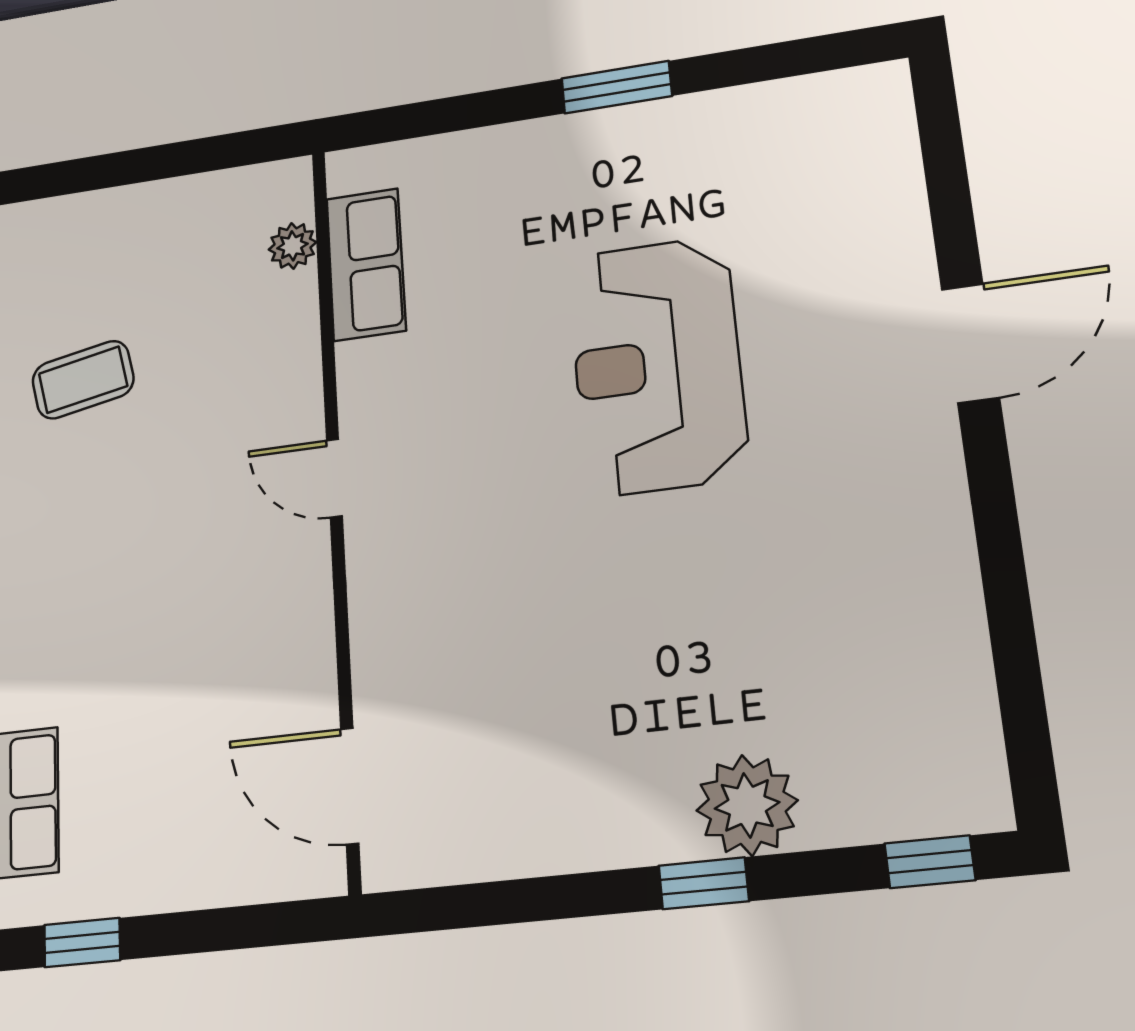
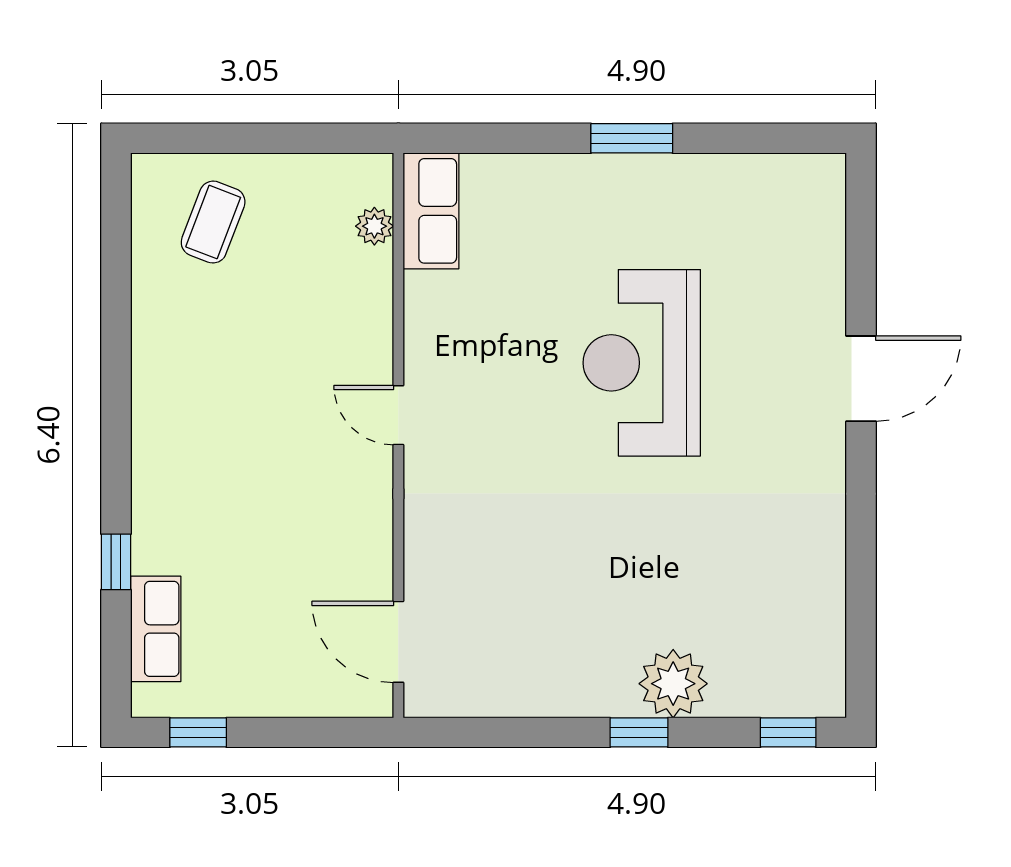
row of seats: (366, 264) -> (431, 211), moved
coffee table: (83, 380) -> (213, 222), moved, turned -58

